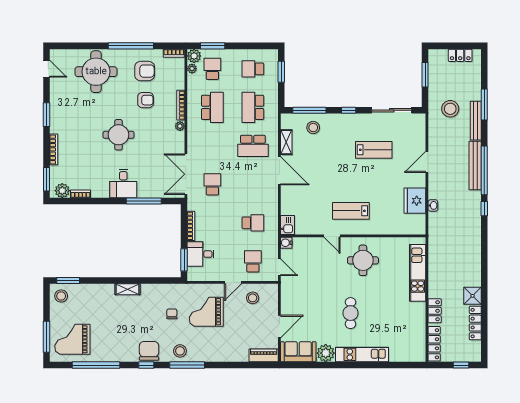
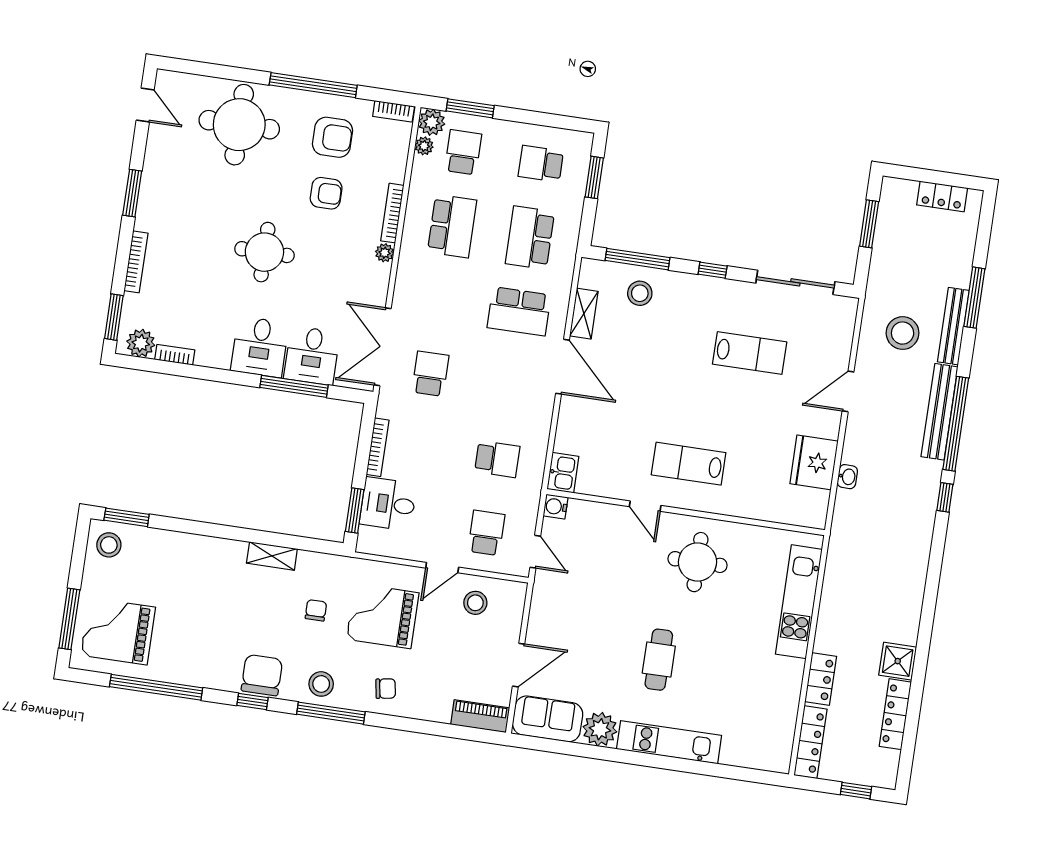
stool: (450, 109) -> (903, 333), moved
desk: (150, 184) -> (312, 356), added
shelving: (127, 289) -> (272, 556), moved
chair: (213, 348) -> (386, 689), added

